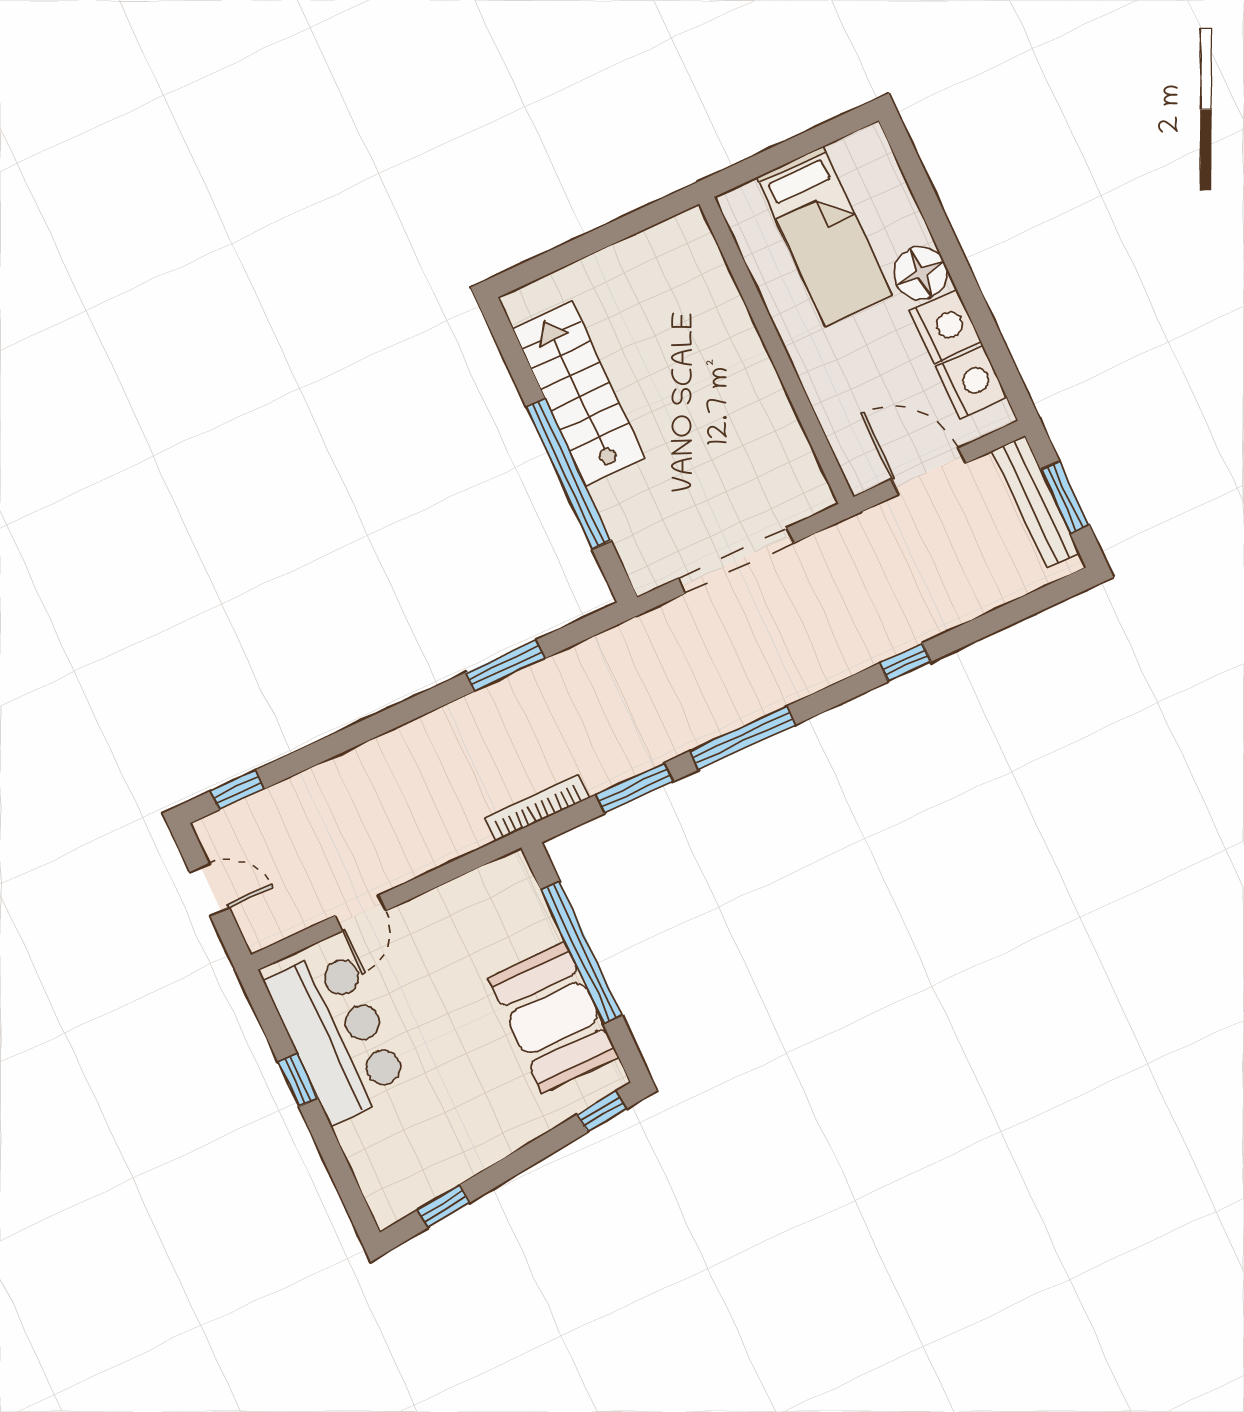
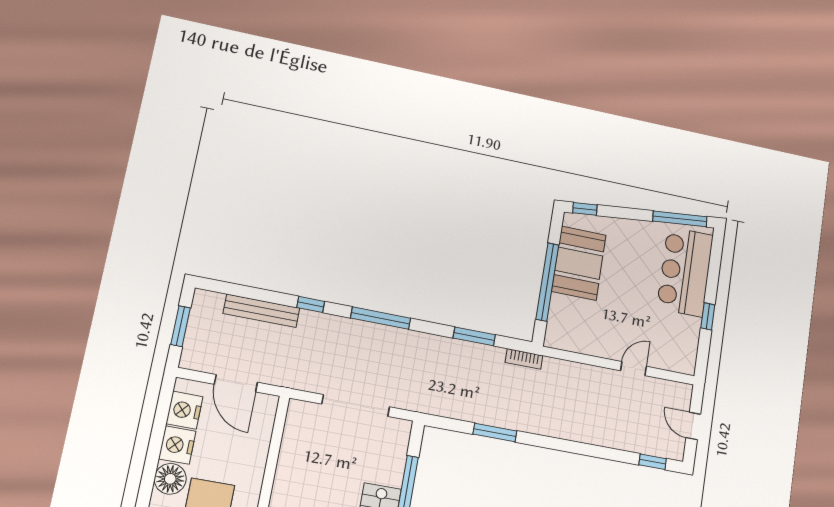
bench: (1036, 502) -> (261, 311), moved, turned 90
window: (742, 738) -> (381, 318), moved
bookcase: (537, 808) -> (524, 359), width x0.64
bar counter: (337, 1034) -> (685, 272), moved
window: (443, 1206) -> (680, 219), width x2.17

